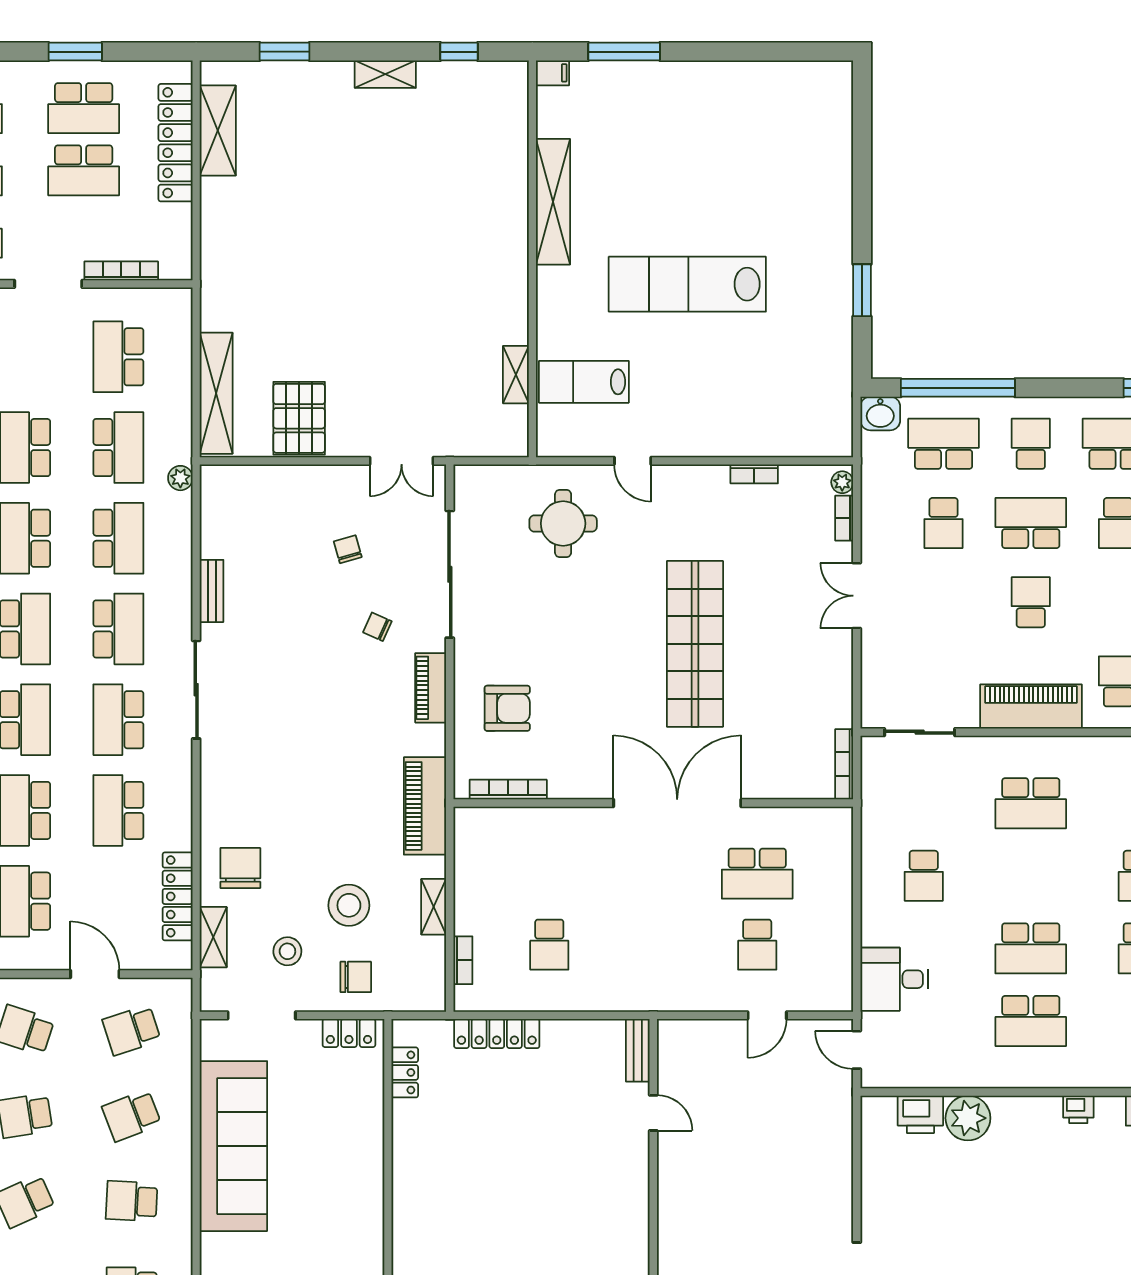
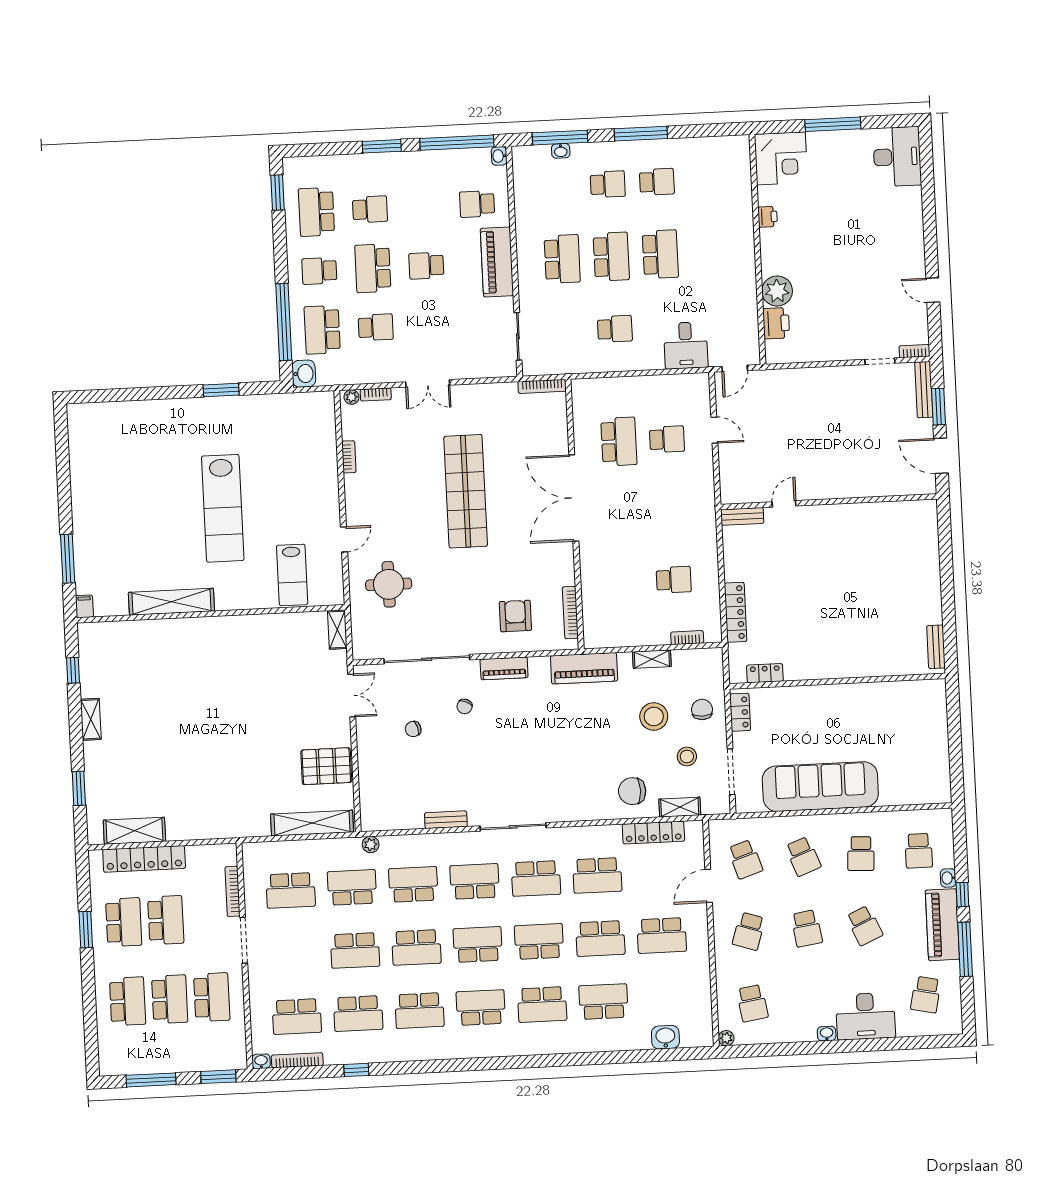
shelving: (516, 375) -> (337, 630), moved, turned 90
shop shelf: (695, 644) -> (466, 491), turned 90
school desk: (1031, 1021) -> (611, 257), moved

